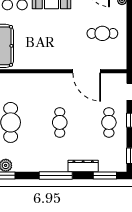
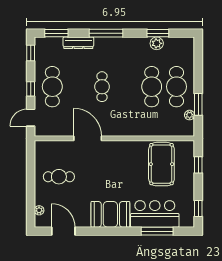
door: (87, 71) -> (88, 138), moved
cafe table: (109, 122) -> (52, 87), width x1.37, depth x1.35

